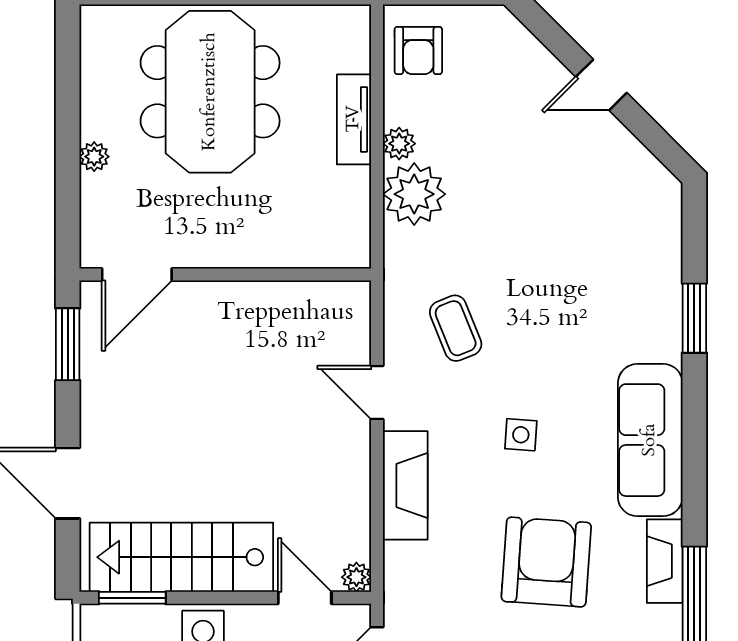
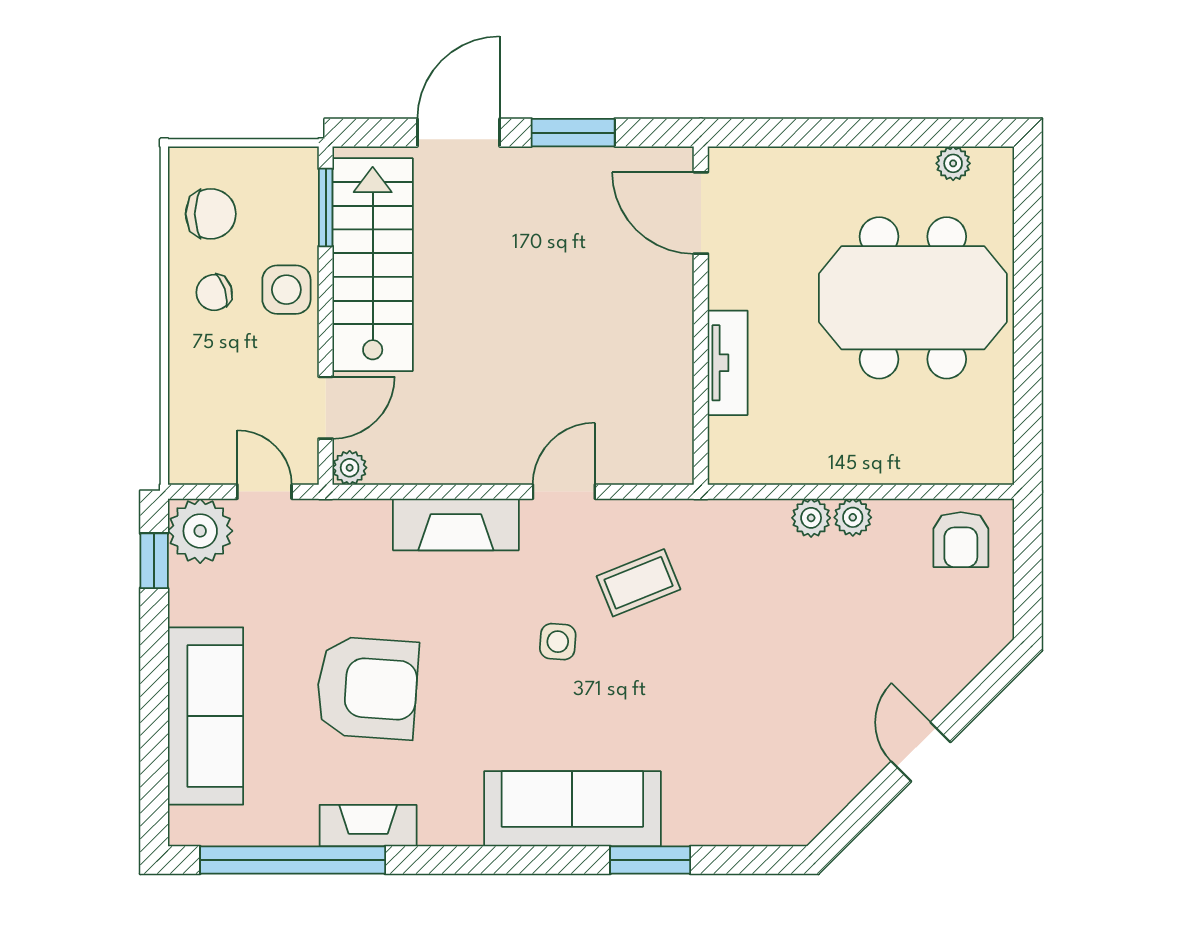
armchair: (418, 51) -> (961, 540), turned -90
tv unit: (354, 119) -> (728, 363), moved, turned 90
plant: (94, 157) -> (953, 163), moved
plant: (414, 194) -> (811, 518), width x0.53, depth x0.53
window: (68, 344) -> (573, 133), moved
side table: (521, 435) -> (558, 642), moved
sofa: (650, 440) -> (572, 809), moved

